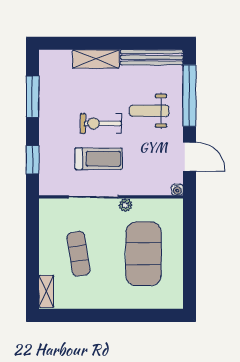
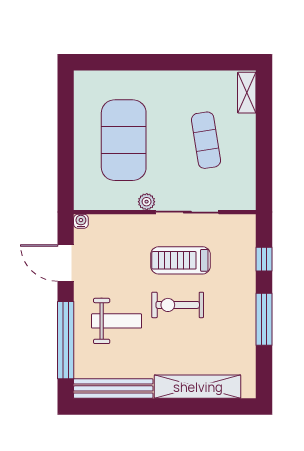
shelving: (96, 59) -> (198, 387), width x1.47
window: (33, 97) -> (264, 319), moved
exercise bike: (101, 123) -> (178, 305), turned 180
window: (33, 160) -> (264, 259), width x0.67

